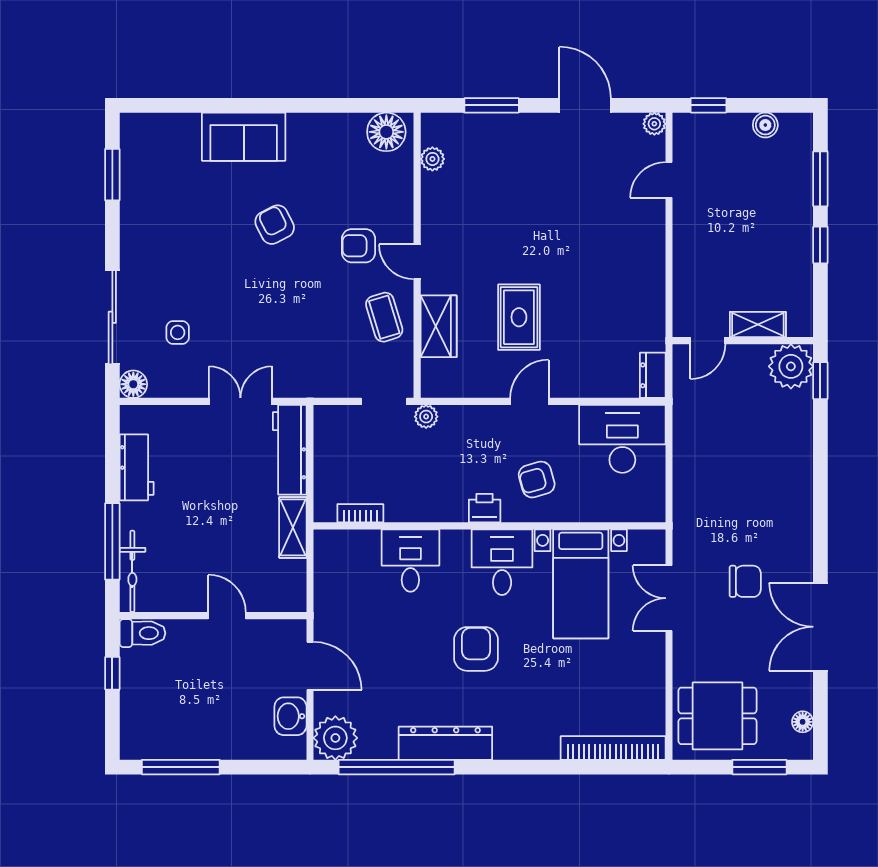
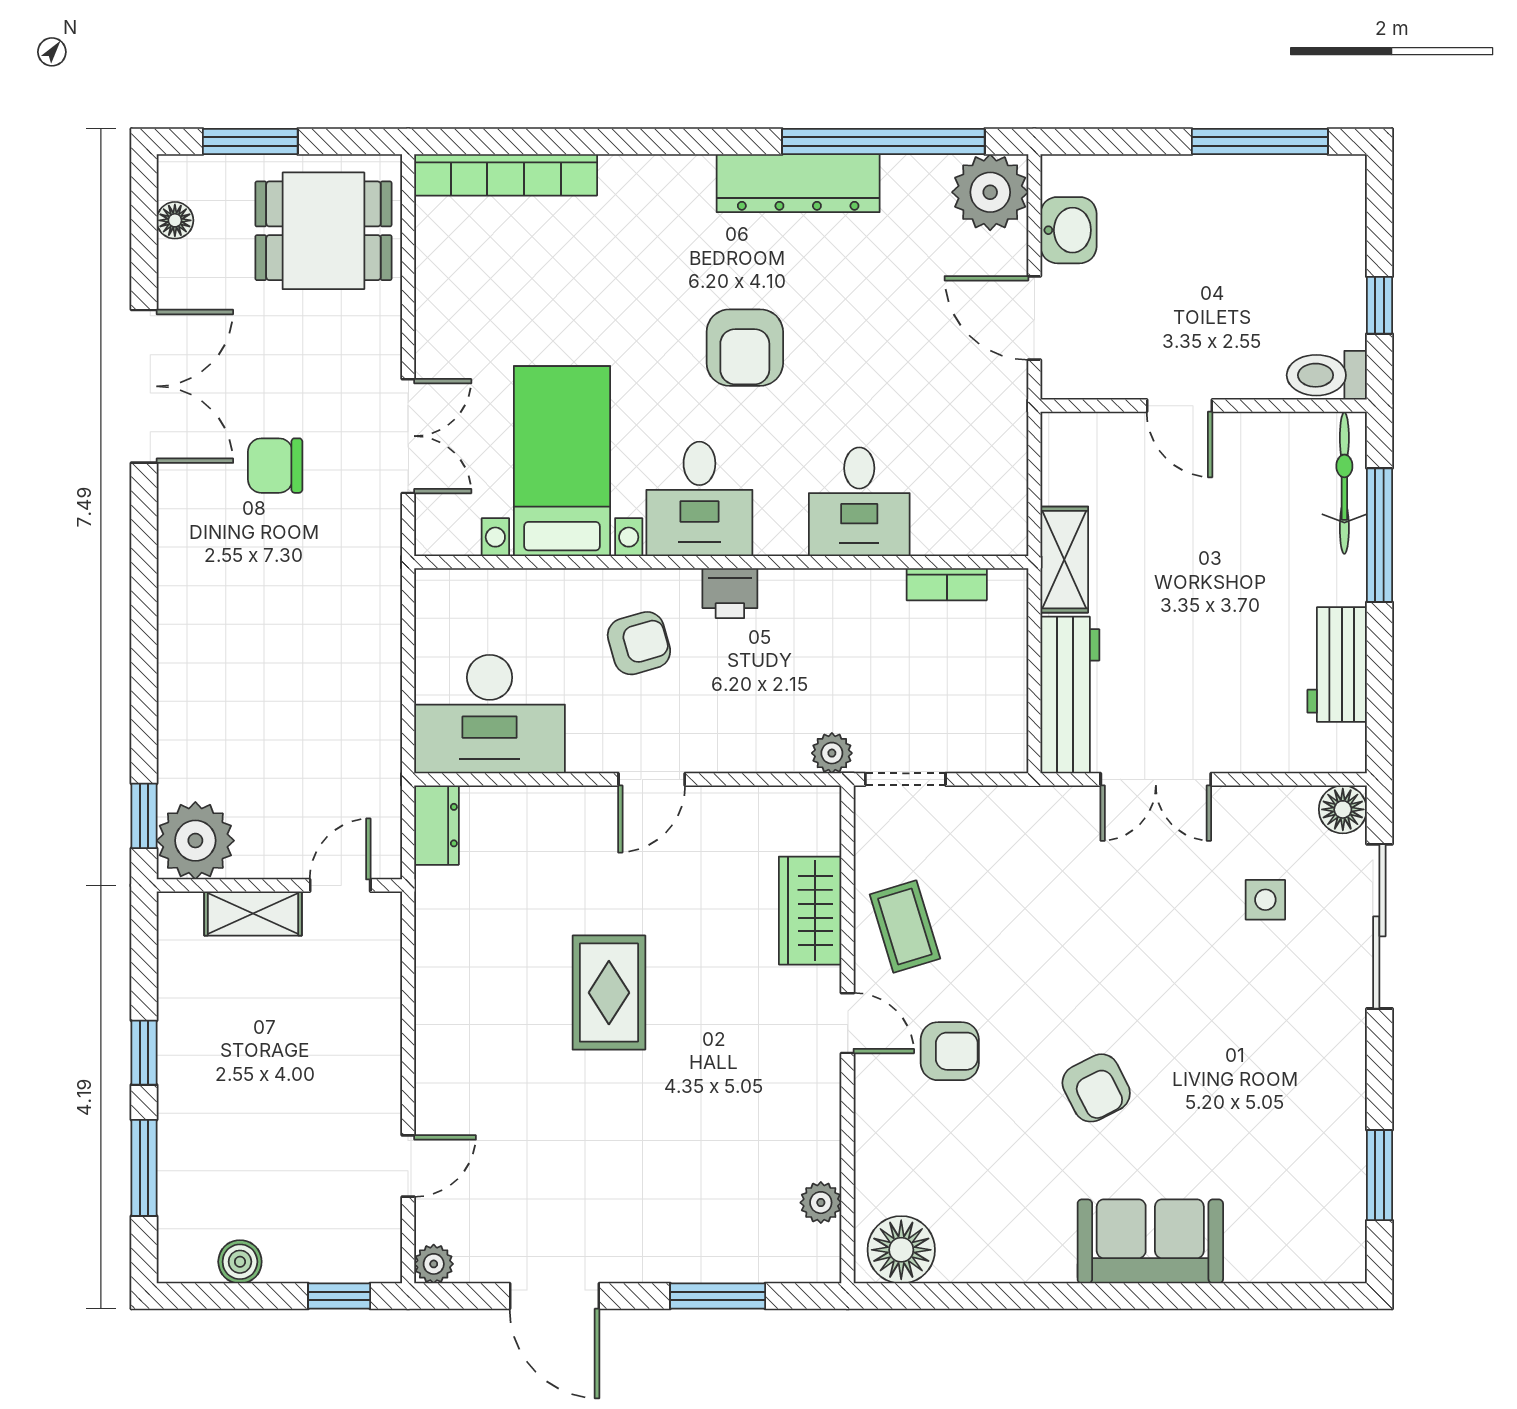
rug: (519, 317) -> (609, 993), moved

